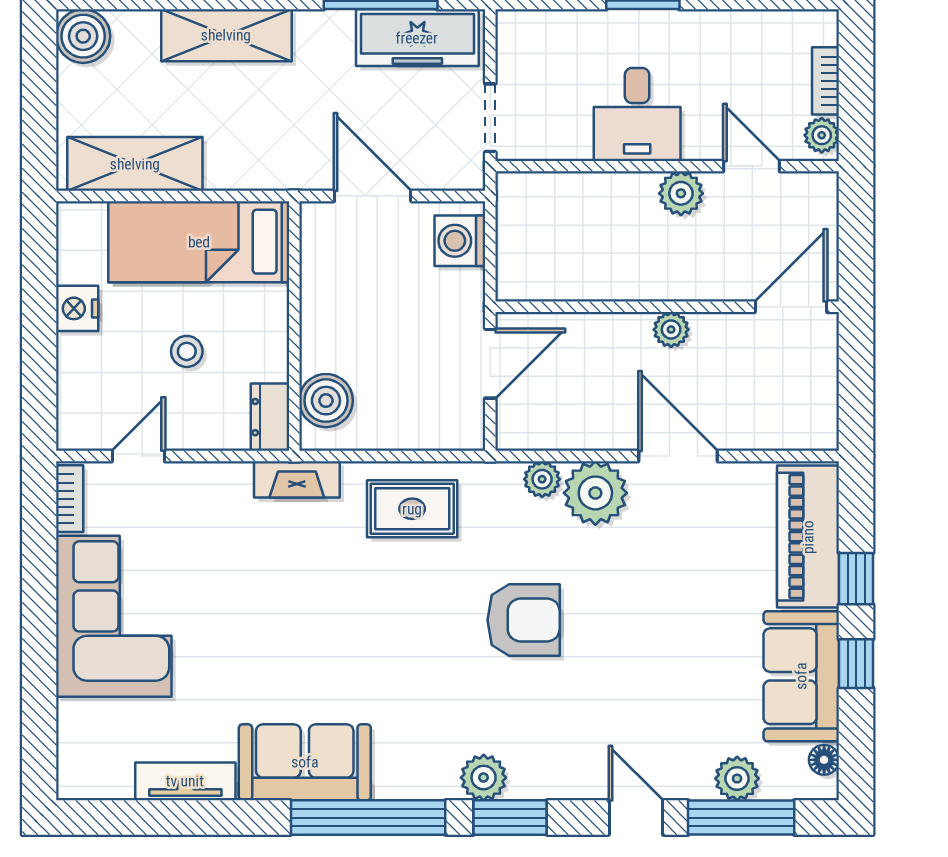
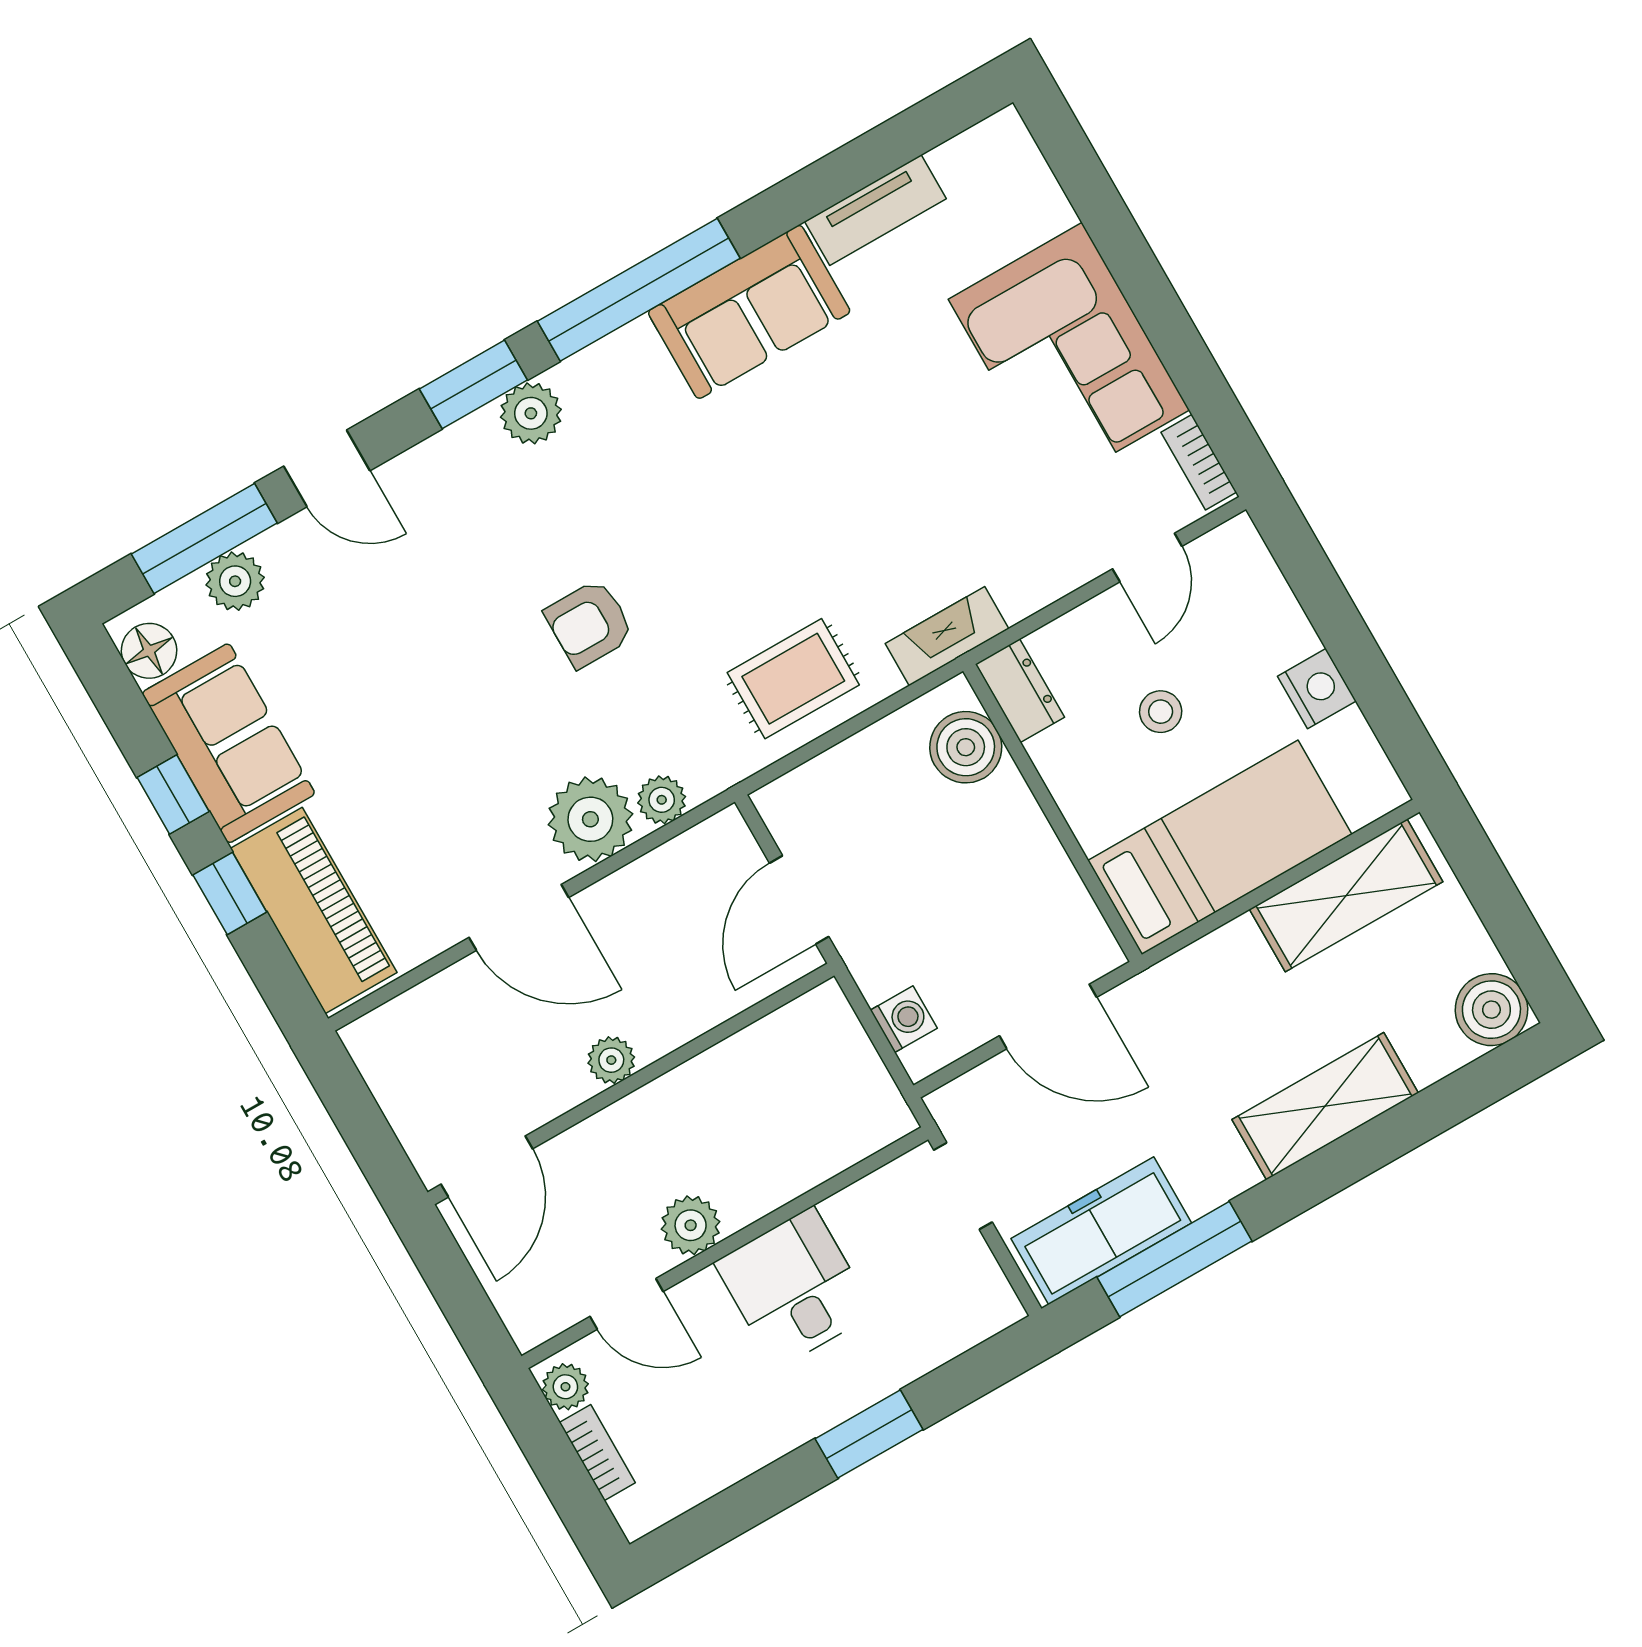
washing machine: (460, 241) -> (904, 1019), width x0.73, depth x0.73
armchair: (524, 620) -> (589, 623), width x0.72, depth x0.72
floor lamp: (824, 760) -> (149, 651), width x1.37, depth x1.37

